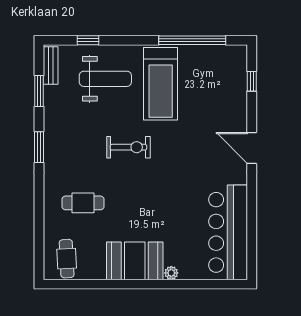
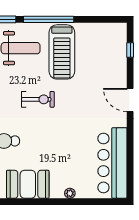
window: (192, 40) -> (49, 19), moved
booth: (135, 261) -> (28, 184), moved

